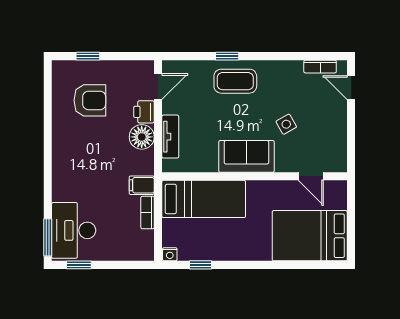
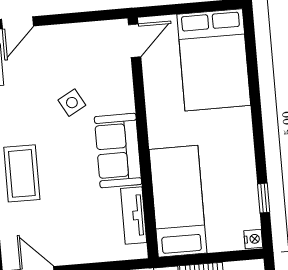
tv unit: (170, 137) -> (134, 215), moved, turned -90
door: (311, 176) -> (135, 41), moved

